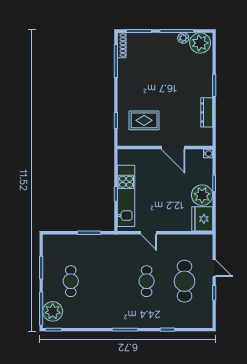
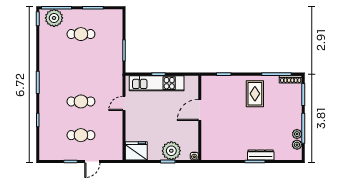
plant: (200, 43) -> (297, 145), width x0.53, depth x0.53
dresser: (207, 112) -> (261, 155), moved
rug: (144, 120) -> (255, 94), moved
door: (173, 148) -> (200, 110), moved
plant: (202, 195) -> (171, 151), moved
cafe table: (184, 281) -> (81, 135), width x0.73, depth x0.74

